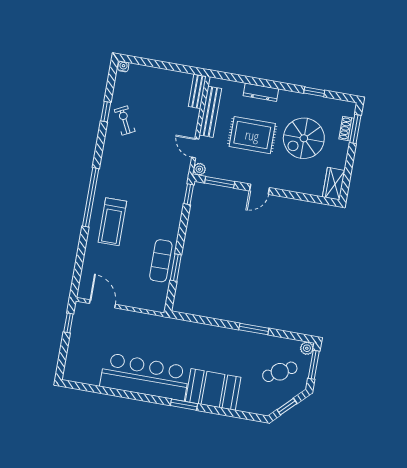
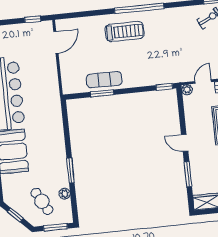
window: (220, 182) -> (188, 174), moved
treadmill: (112, 222) -> (125, 32), turned 180
plant: (307, 348) -> (65, 194), moved

